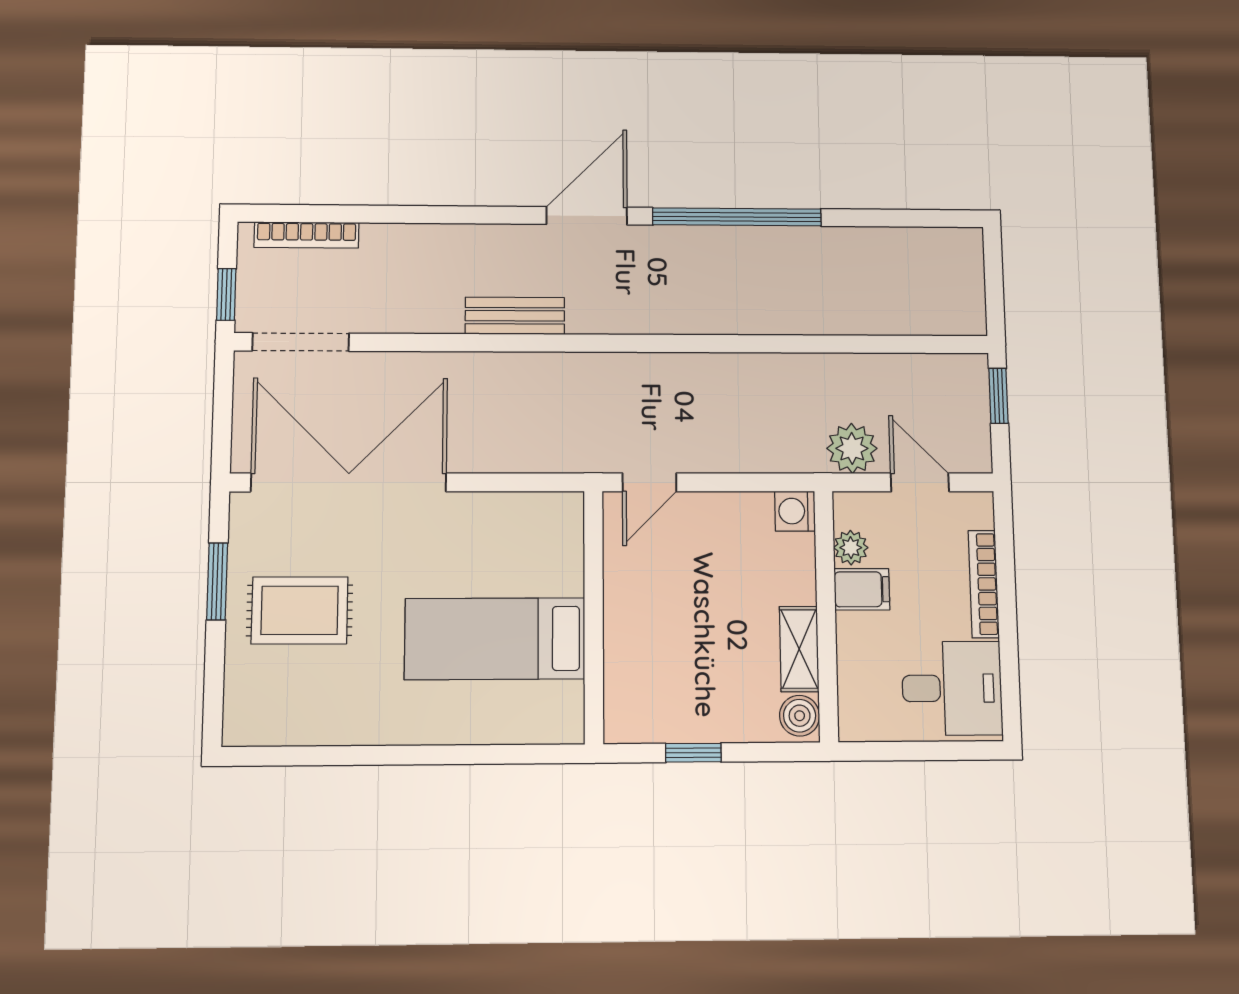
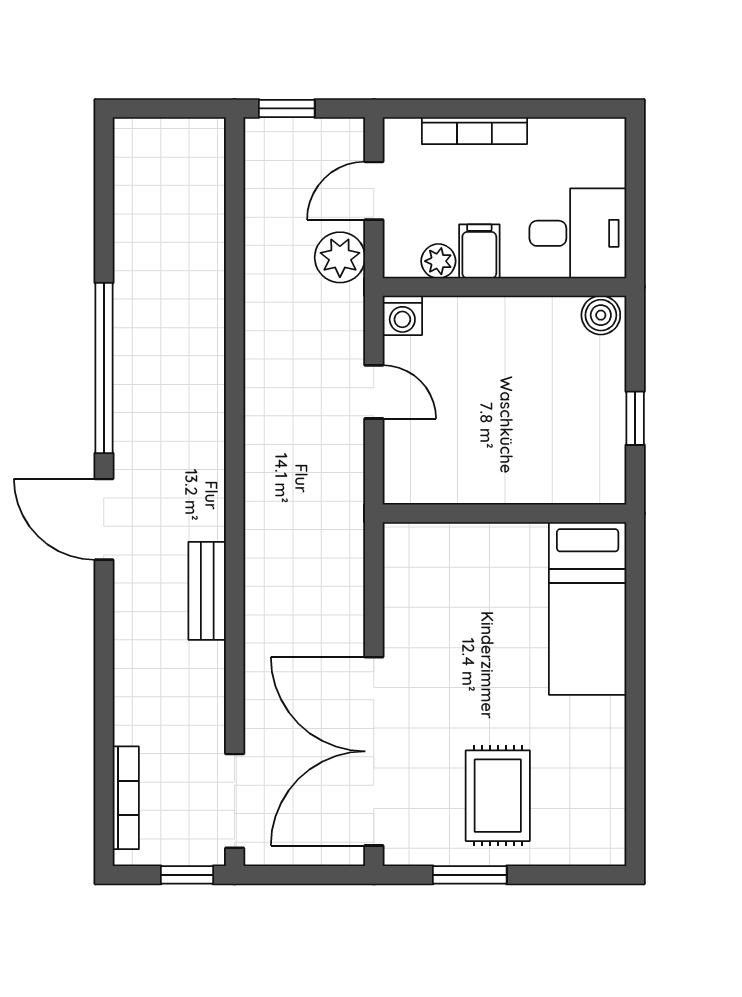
door: (649, 482) -> (374, 392), moved
bed: (495, 639) -> (588, 608), moved
shelving: (799, 649) -> (537, 314), removed
desk: (952, 688) -> (578, 233), moved, turned 90

